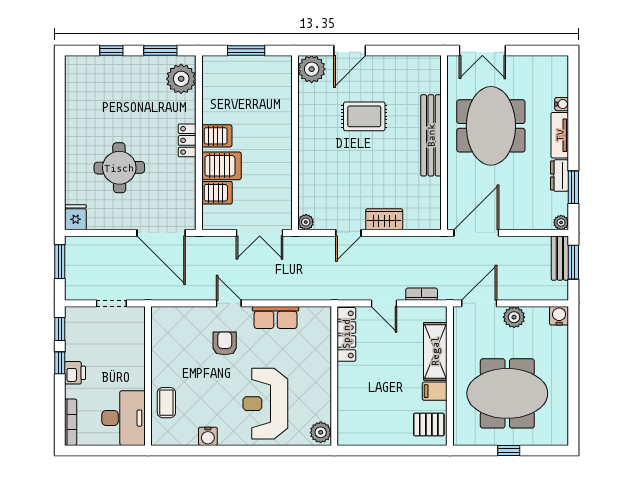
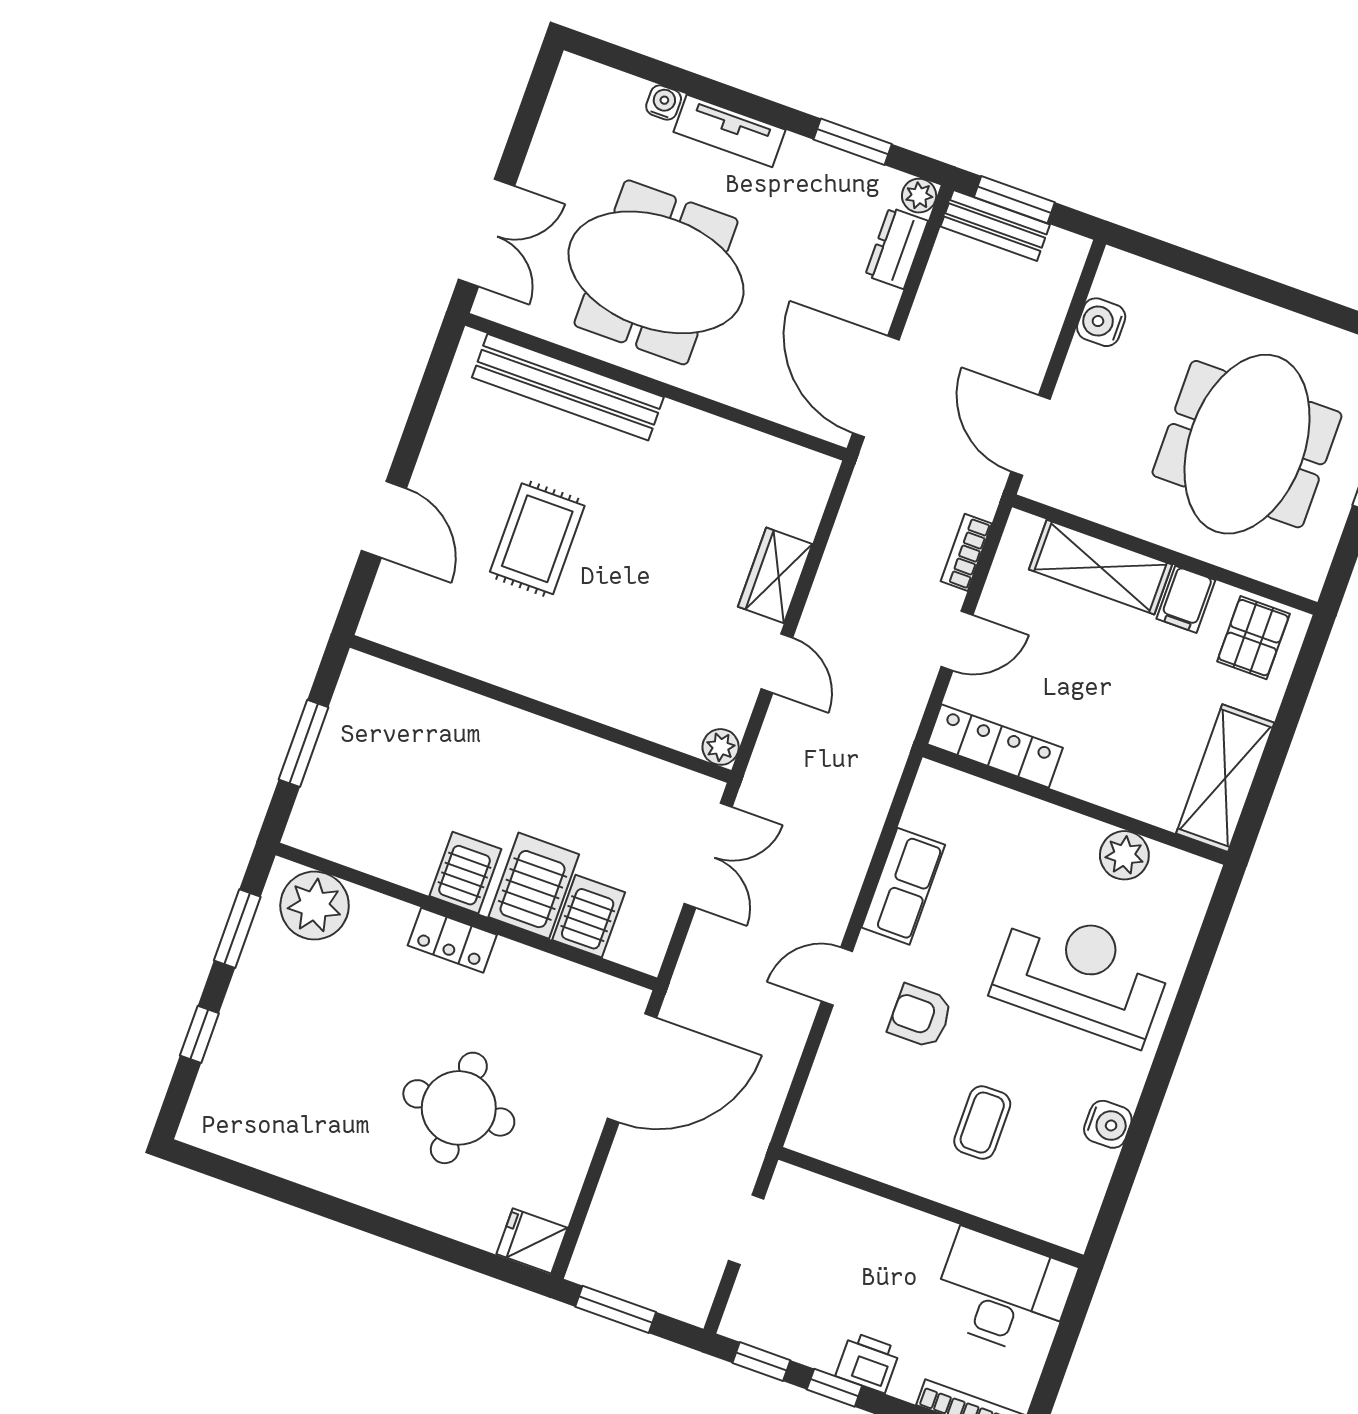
plant: (312, 69) -> (395, 616), removed
bench: (431, 135) -> (568, 387), moved
dresser: (560, 176) -> (897, 248), moved, turned 90
water cooler: (559, 316) -> (1101, 322), moved
plant: (514, 317) -> (1087, 370), removed
coffee table: (166, 403) -> (982, 1123), moved, turned 90
reception desk: (265, 404) -> (1082, 975), turned 180
plant: (321, 432) -> (1124, 855), moved
shelving: (367, 434) -> (1225, 778), added

